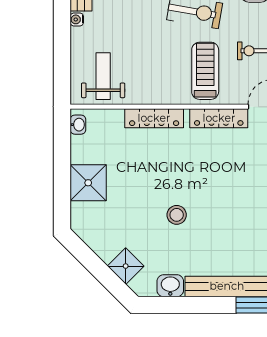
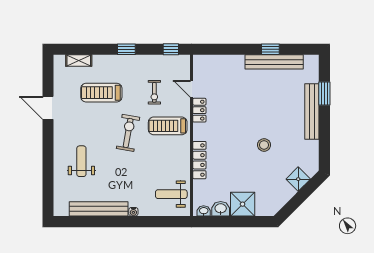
locker: (219, 118) -> (199, 110), width x0.66
washbasin: (170, 286) -> (221, 209), moved, turned 90

